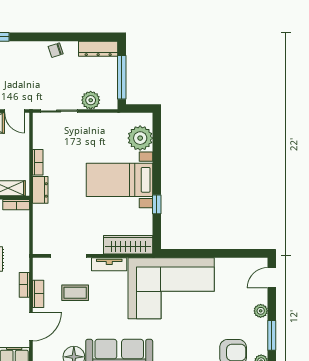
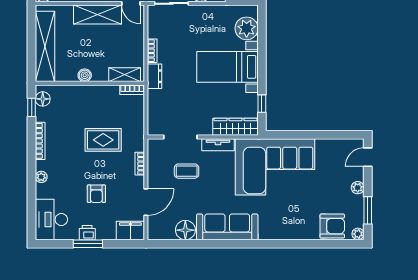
window: (157, 204) -> (262, 104), moved
bookcase: (38, 294) -> (153, 172), removed

